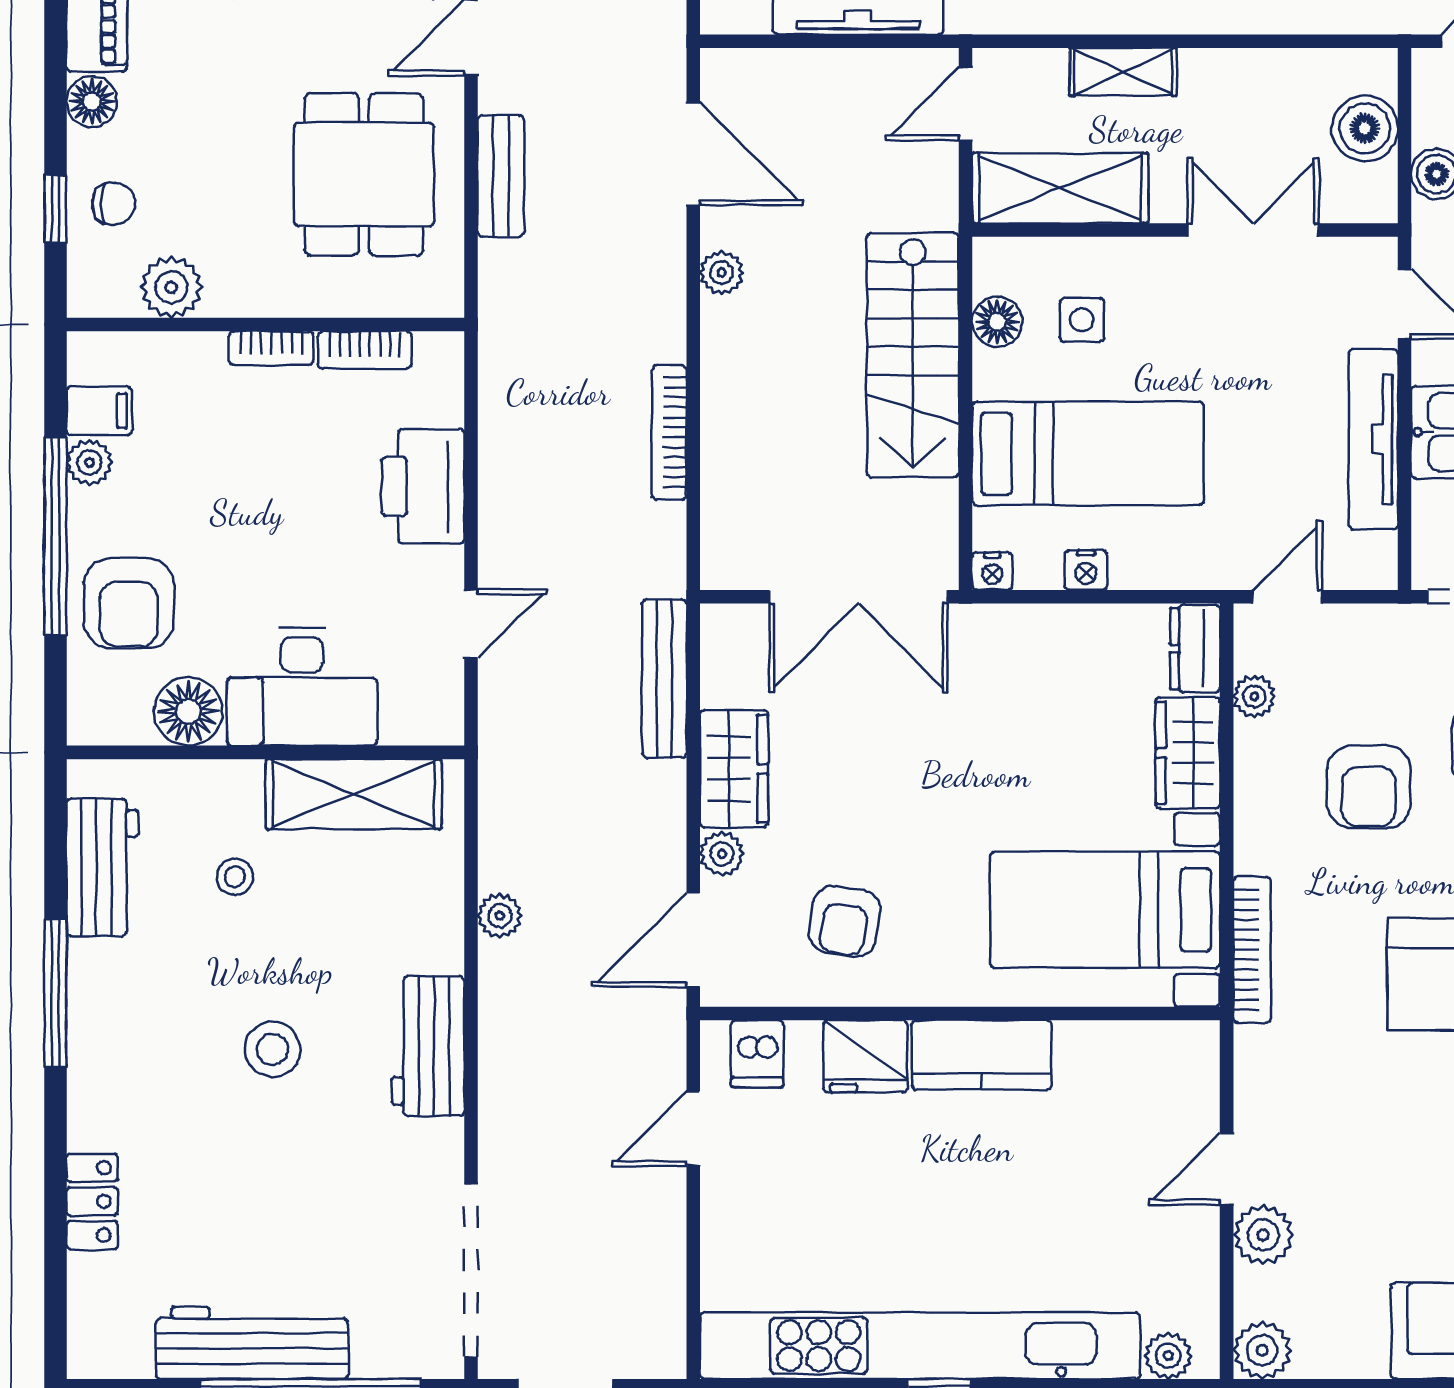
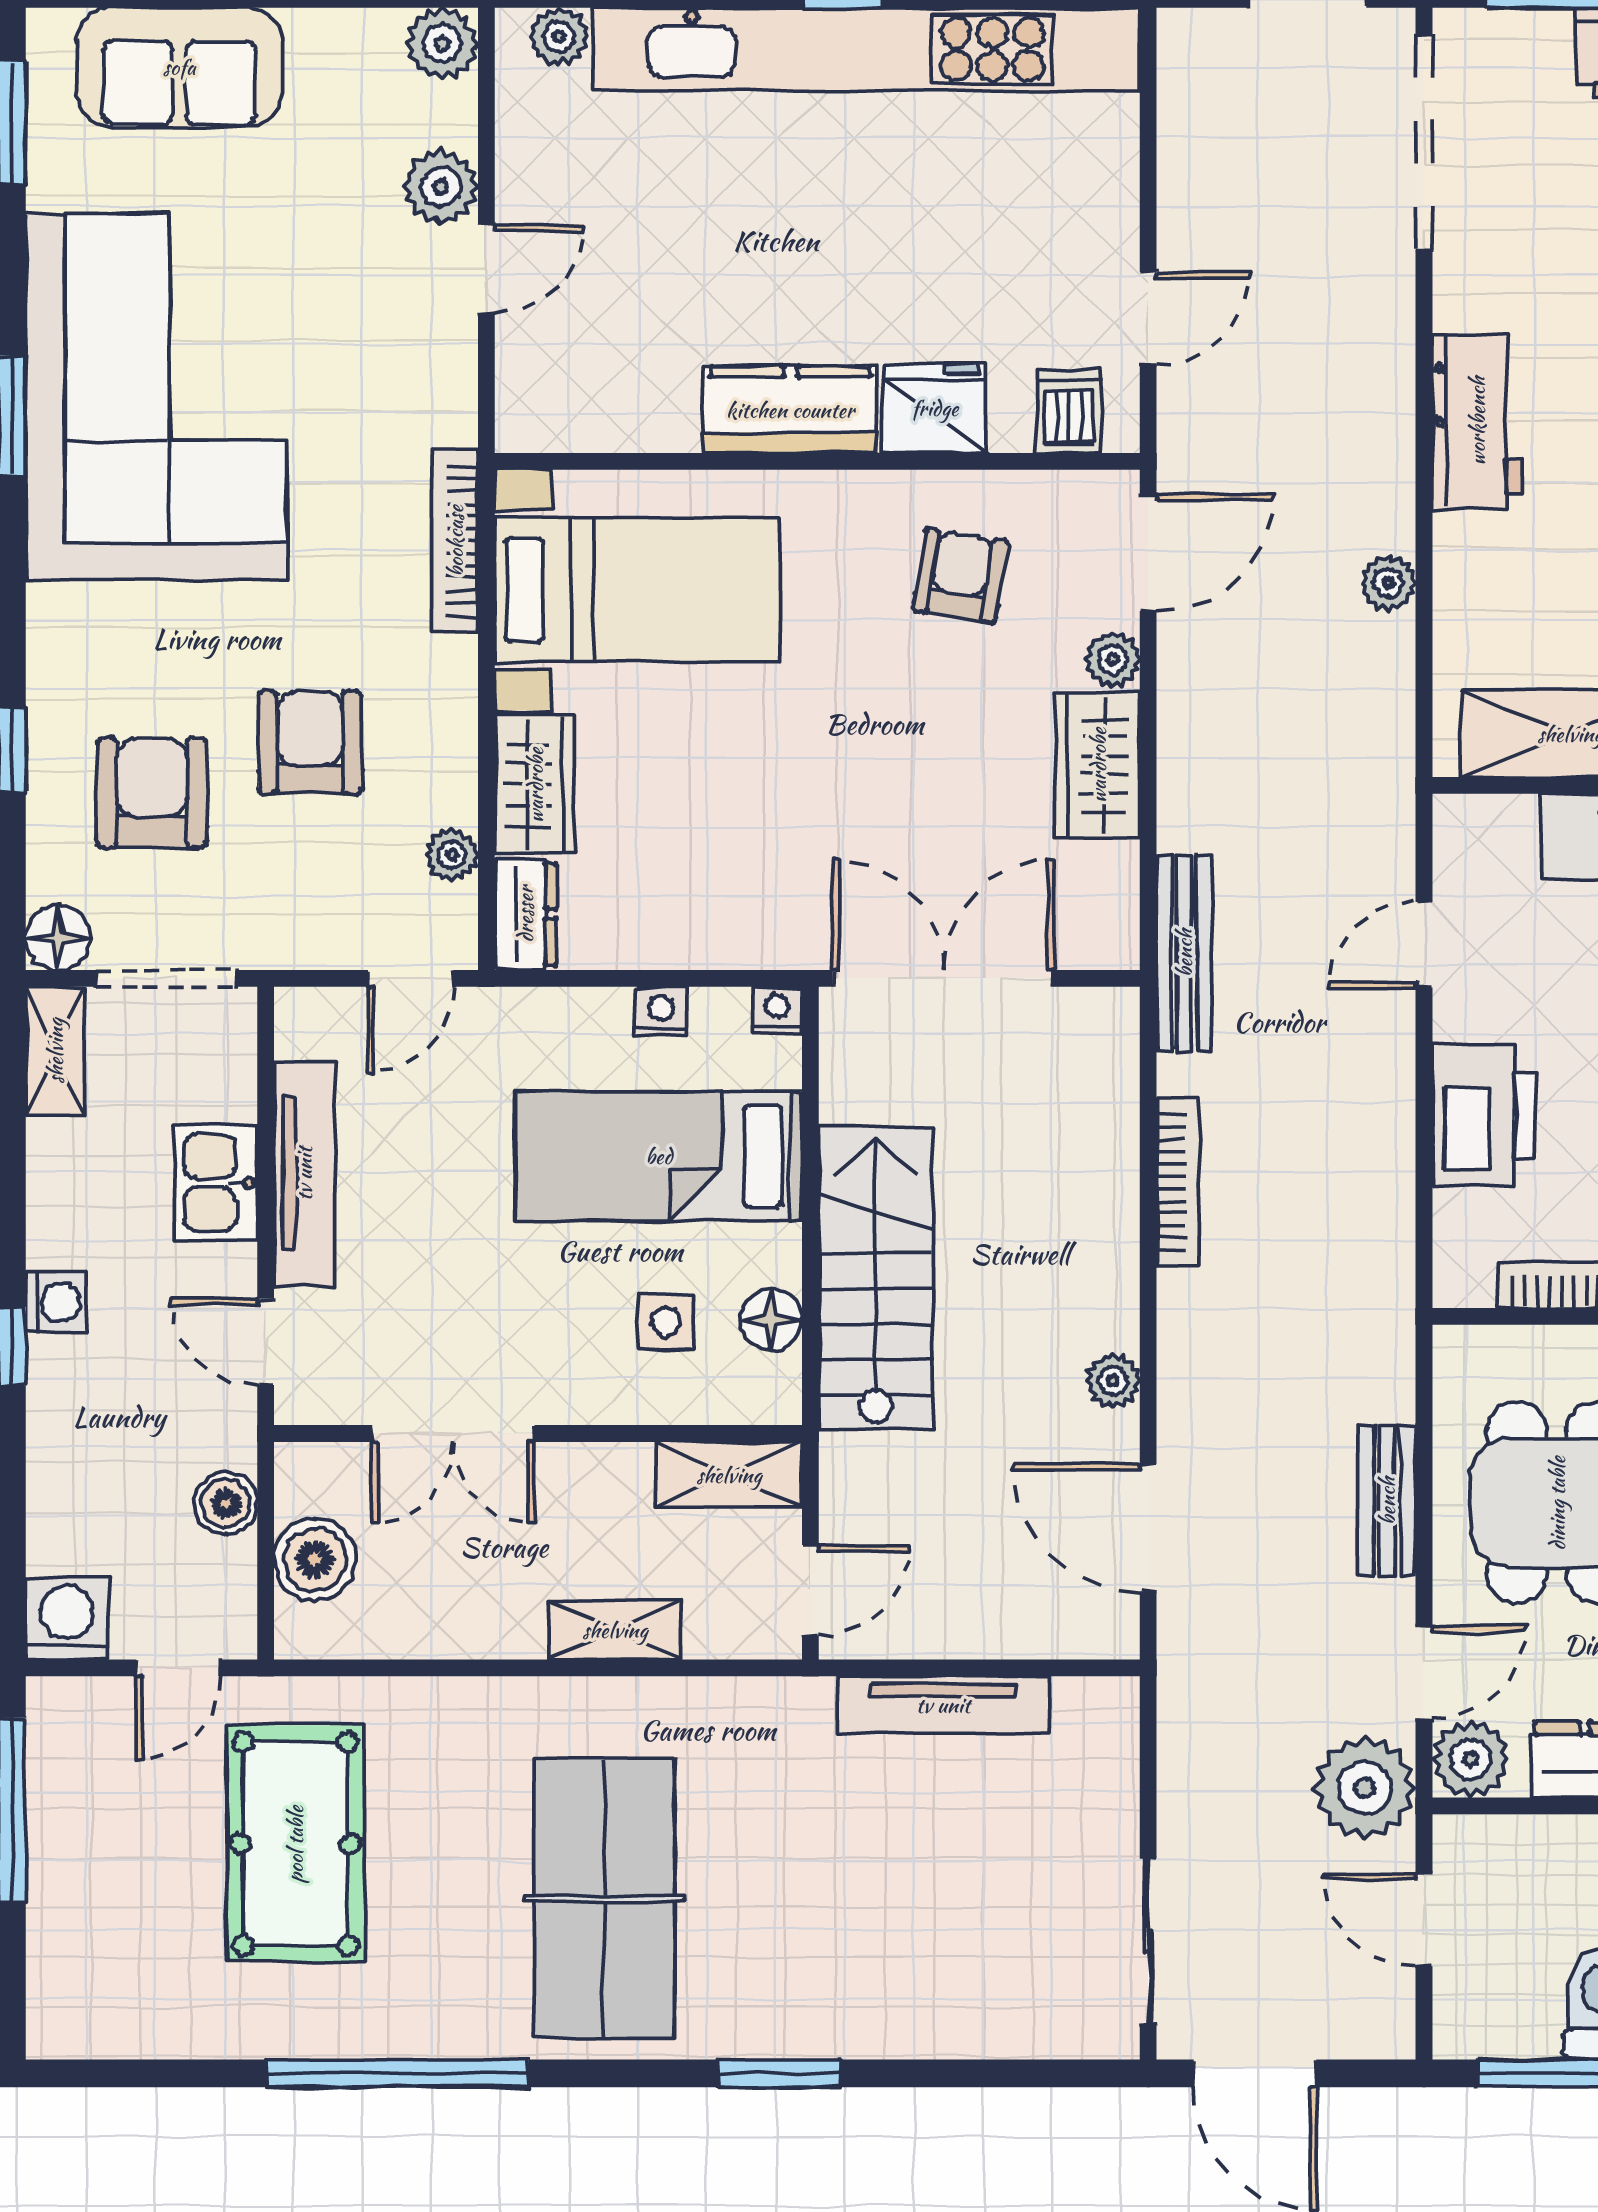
shelving: (1060, 188) -> (729, 1475), width x0.67, depth x0.75
bench: (664, 679) -> (1184, 953), moved

